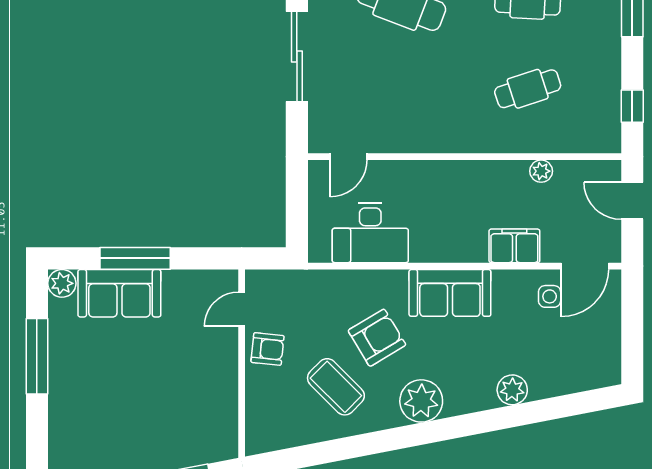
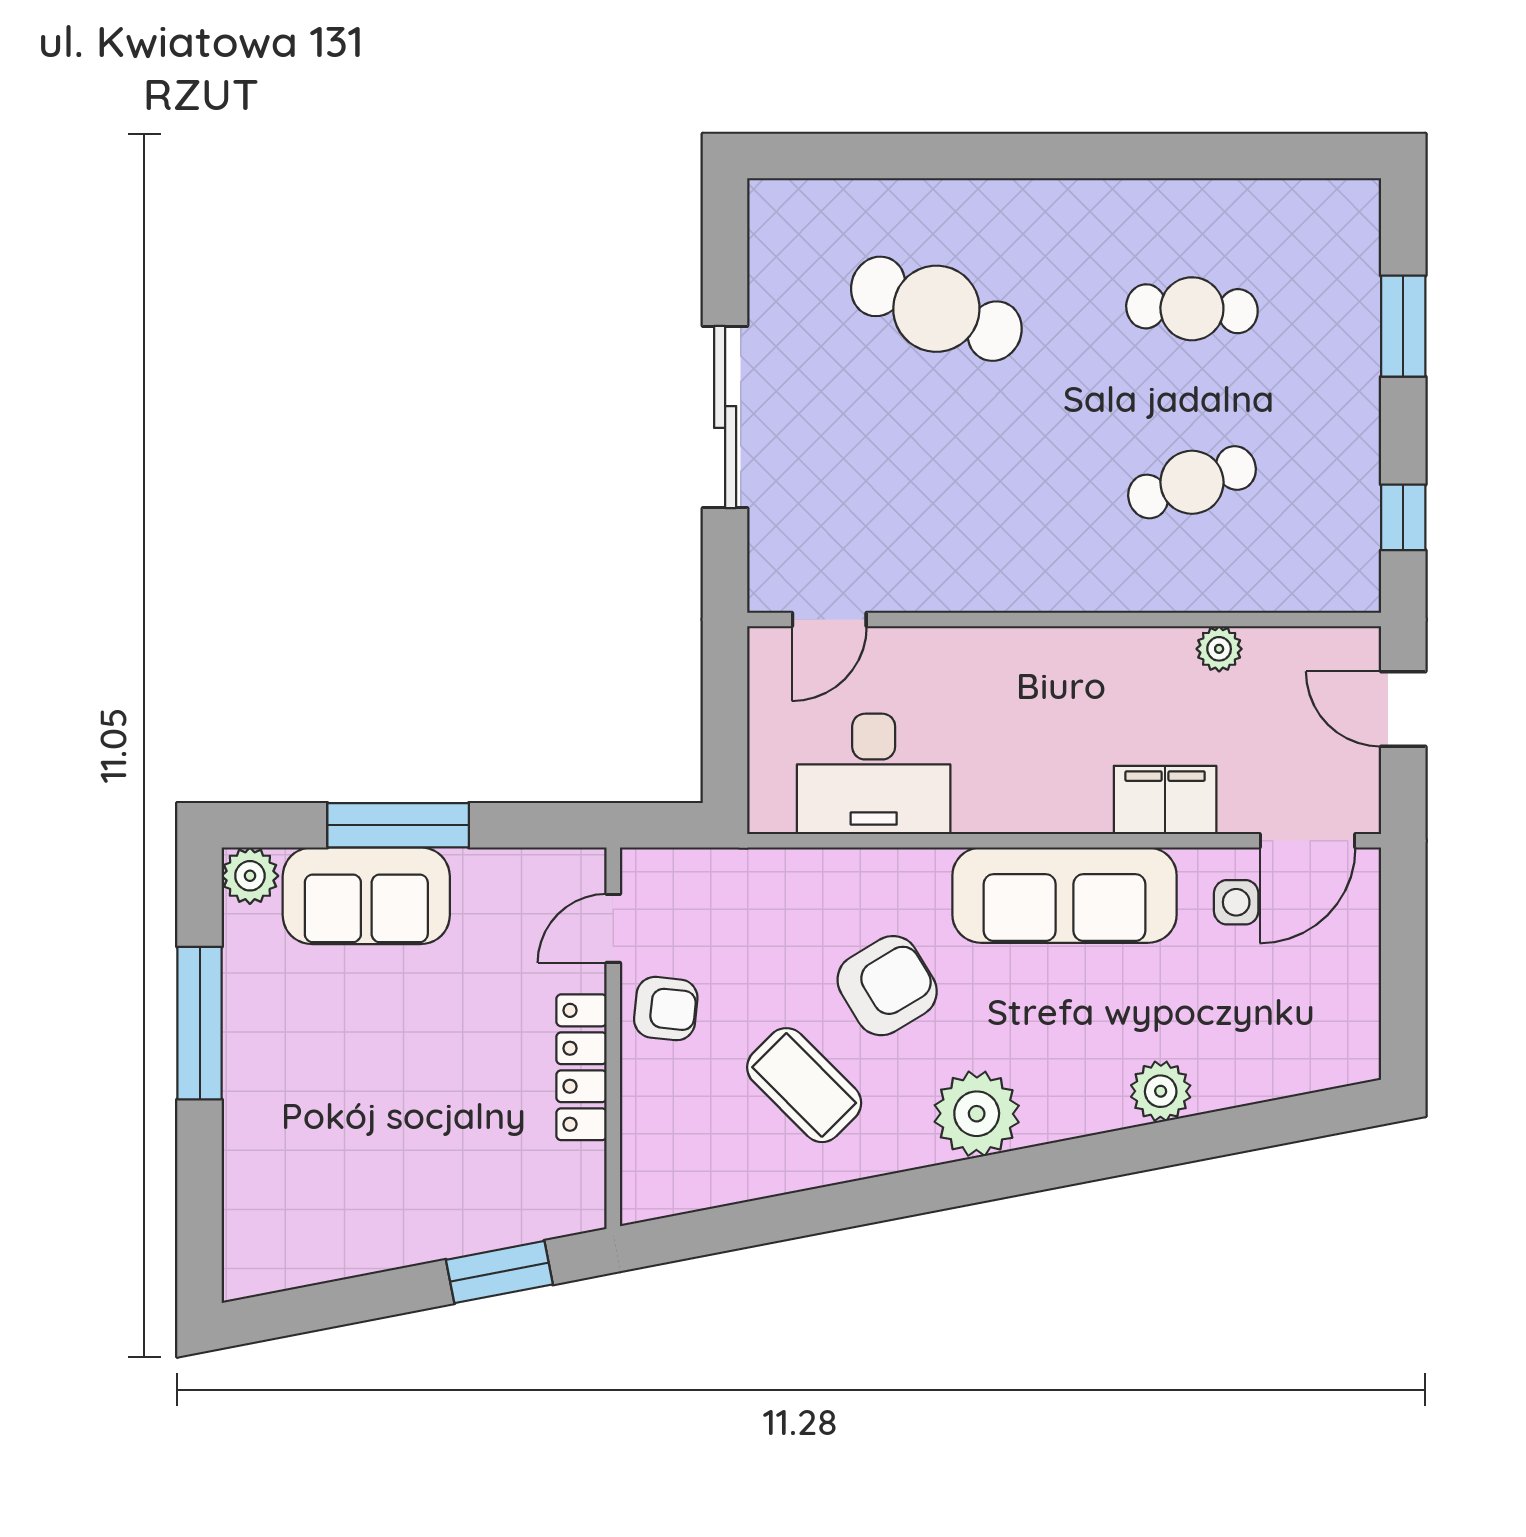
sofa: (450, 293) -> (1065, 895), width x1.36
locker: (226, 378) -> (582, 1067), added

